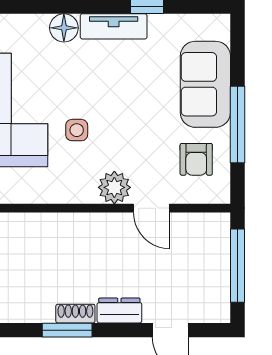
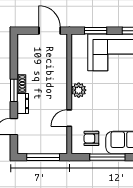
side table: (77, 130) -> (105, 84), removed
plant: (114, 187) -> (79, 90), moved
window: (67, 330) -> (14, 90), moved

